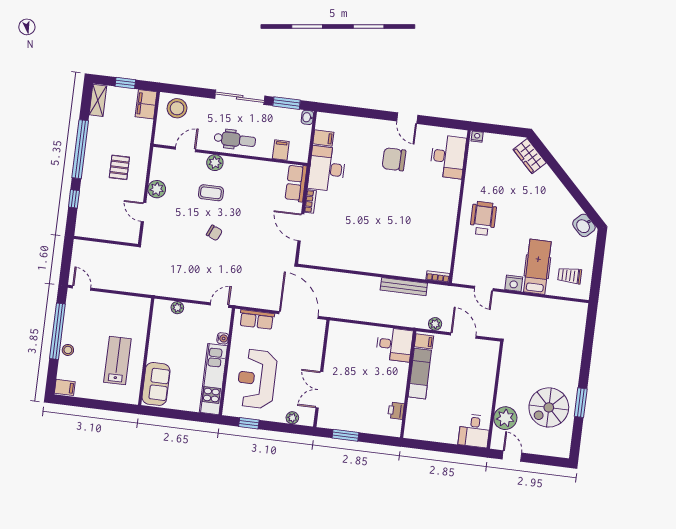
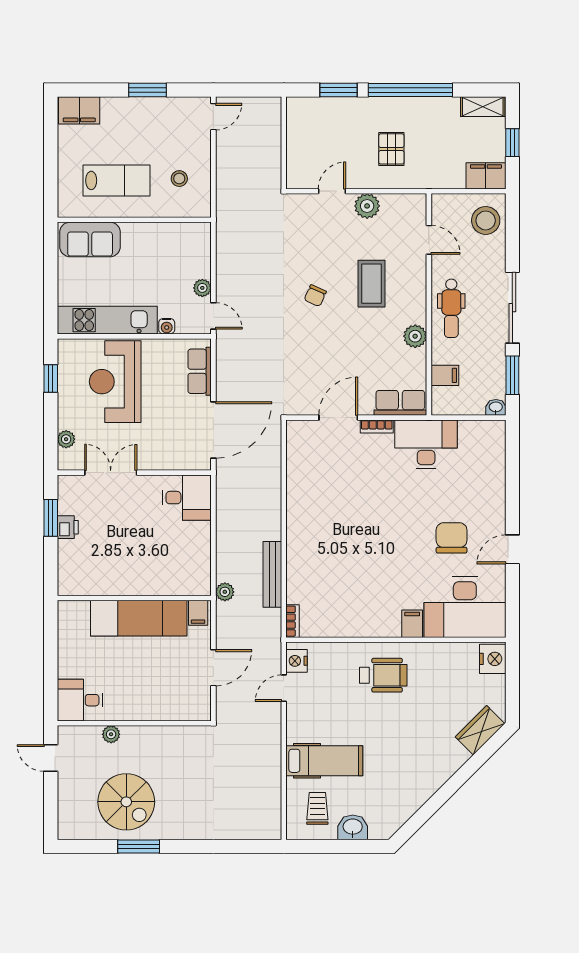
nightstand: (477, 137) -> (493, 659), width x1.89, depth x1.79
filing cabinet: (323, 138) -> (412, 624), moved, turned 180
desk: (448, 157) -> (465, 607), width x1.36, depth x1.30
plant: (215, 163) -> (415, 336), moved
pallet: (119, 167) -> (391, 149), turned 90
coffee table: (211, 193) -> (372, 284), width x1.36, depth x1.30
window: (74, 199) -> (339, 90), width x1.50
washbasin: (584, 225) -> (353, 827), moved, turned 45
nightstand: (514, 283) -> (297, 661), moved
plant: (177, 308) -> (202, 288), moved
plant: (435, 324) -> (225, 592), moved
window: (57, 331) -> (148, 90), width x0.47
desk: (394, 344) -> (187, 498), moved, turned -90
stool: (68, 350) -> (179, 179), moved
exam couch: (420, 374) -> (139, 618), width x1.36, depth x1.45
reception desk: (257, 379) -> (115, 382), turned -90
filing cabinet: (65, 387) -> (79, 110), width x2.00
spiral stairs: (549, 407) -> (126, 802), turned 180
printer: (396, 411) -> (68, 527), moved, turned 90
plant: (505, 418) -> (111, 734), width x0.53, depth x0.53
door: (512, 456) -> (51, 758), swing flipped

